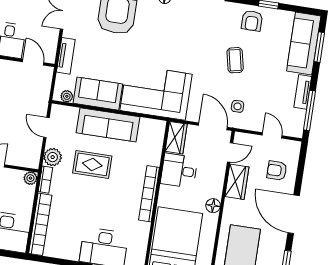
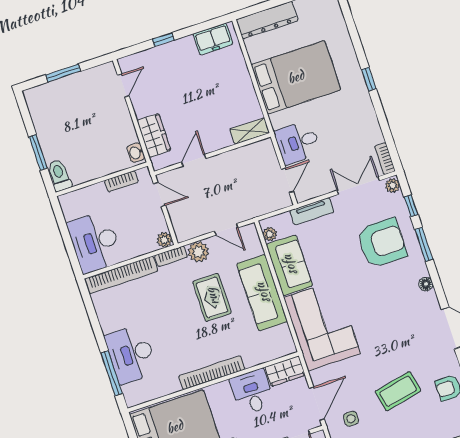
coffee table: (235, 60) -> (398, 391), width x1.36, depth x1.30
door: (46, 127) -> (226, 229), swing flipped

